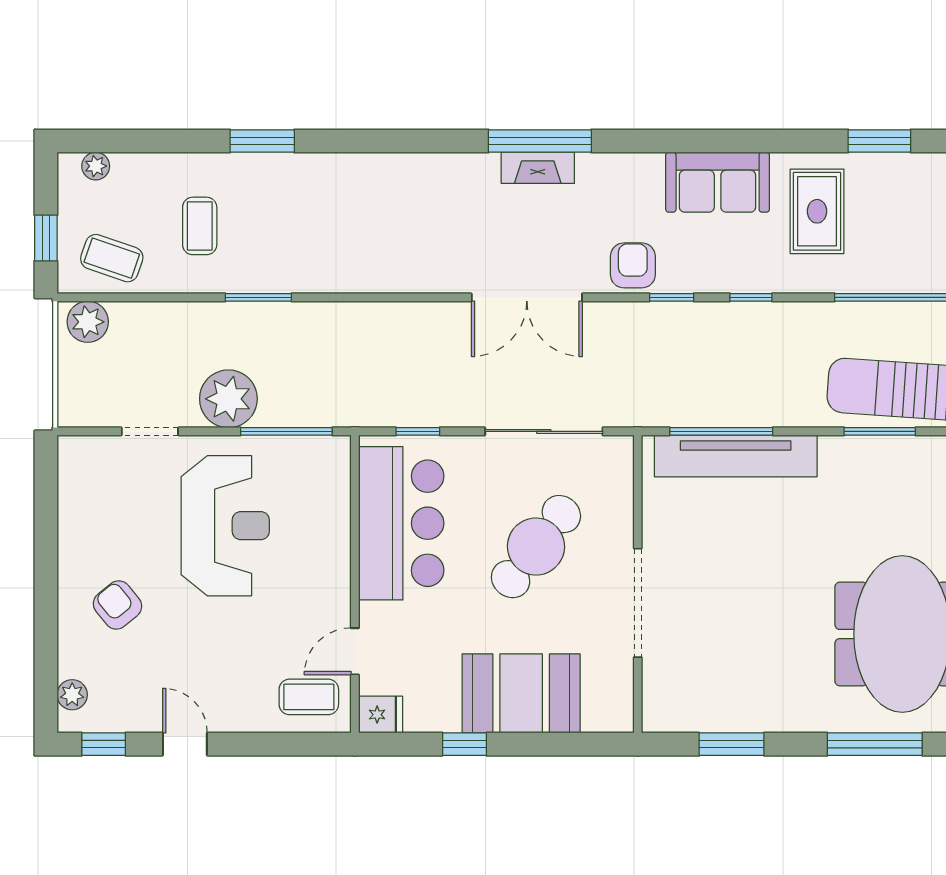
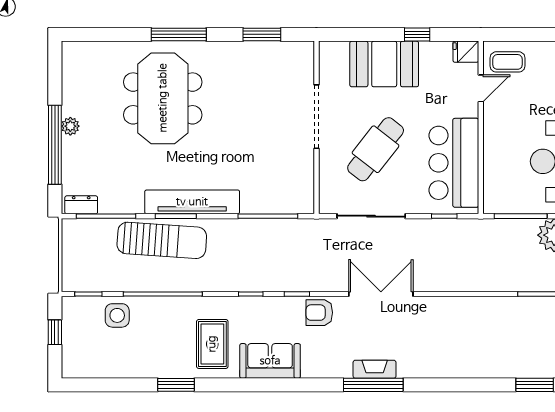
armchair: (633, 265) -> (319, 313), turned 90
tv unit: (736, 456) -> (192, 202), moved

